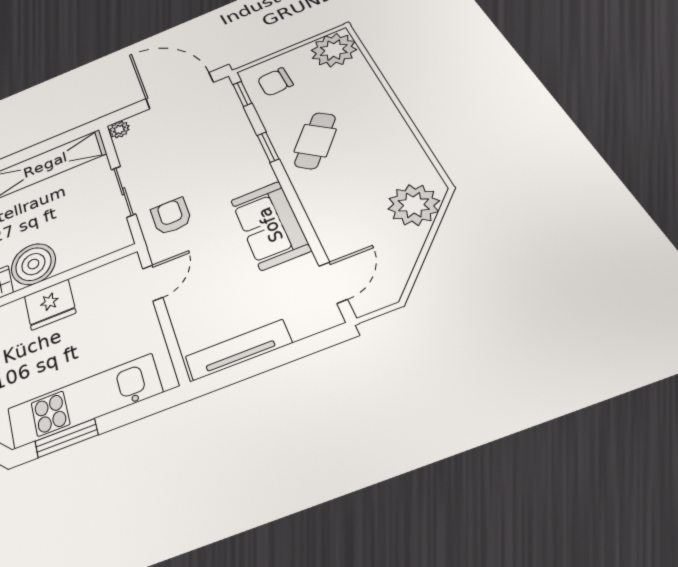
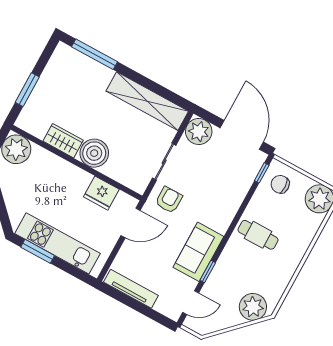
plant: (119, 130) -> (199, 131), width x1.88, depth x1.88
cafe table: (315, 140) -> (258, 235), turned 51
window: (268, 147) -> (208, 271), moved
door: (153, 283) -> (131, 223), width x1.38
fridge: (50, 304) -> (101, 193), moved

